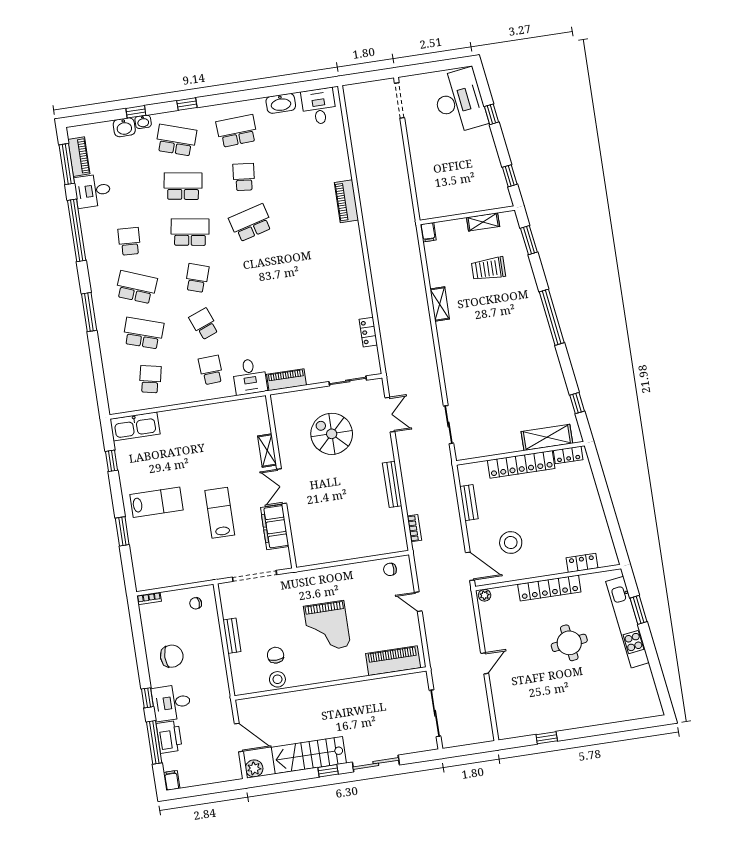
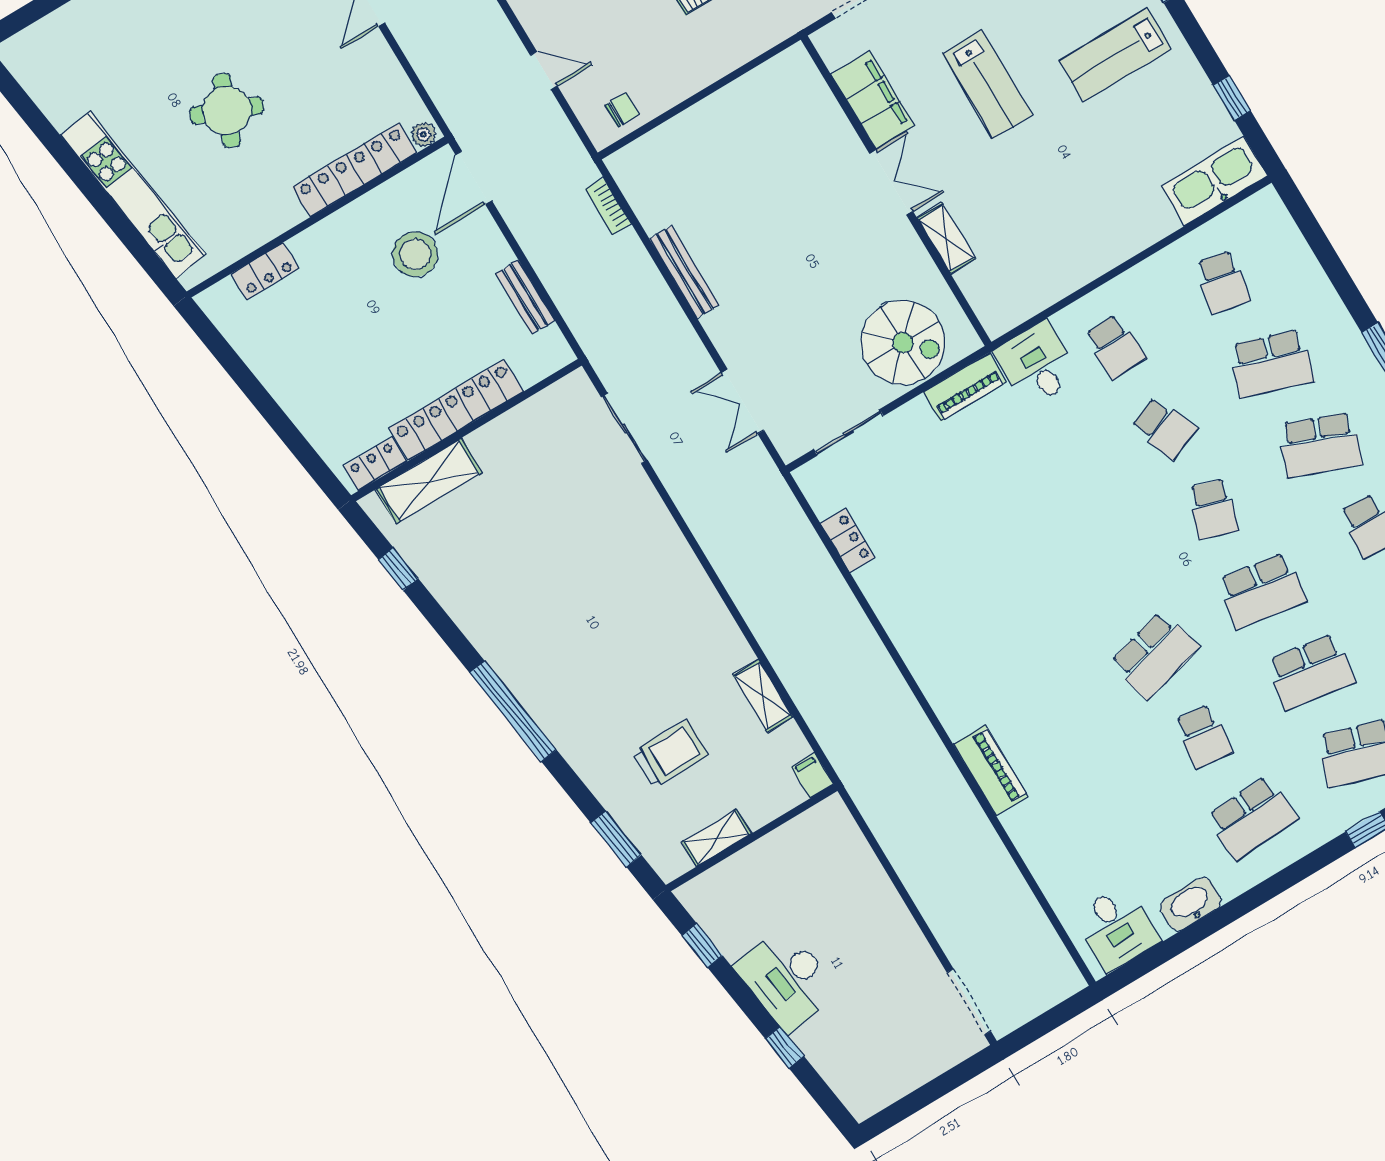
desk: (459, 101) -> (787, 979), moved, width x0.73, depth x0.77
shelving: (440, 304) -> (763, 696), moved
spiral stairs: (332, 434) -> (903, 342), moved
door: (470, 566) -> (474, 178), hinge flipped
locker: (549, 588) -> (355, 170), moved
window: (639, 610) -> (122, 227), removed
round table: (569, 643) -> (227, 110), turned 30

